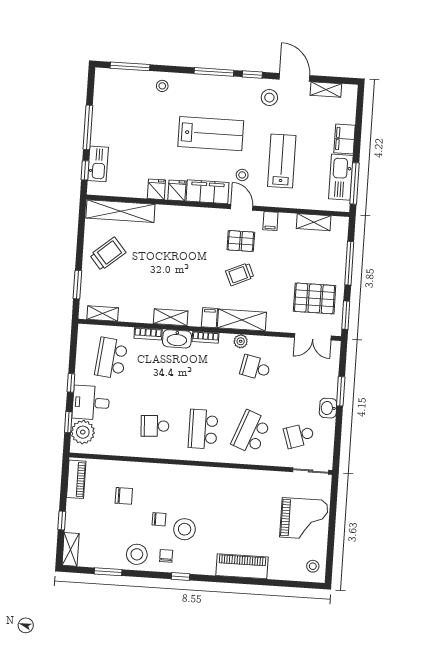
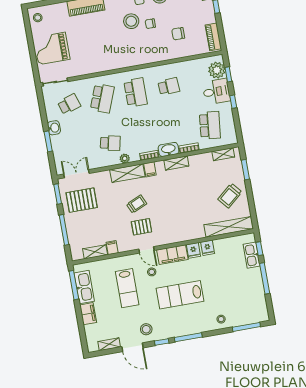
filing cabinet: (270, 221) -> (112, 248), moved

